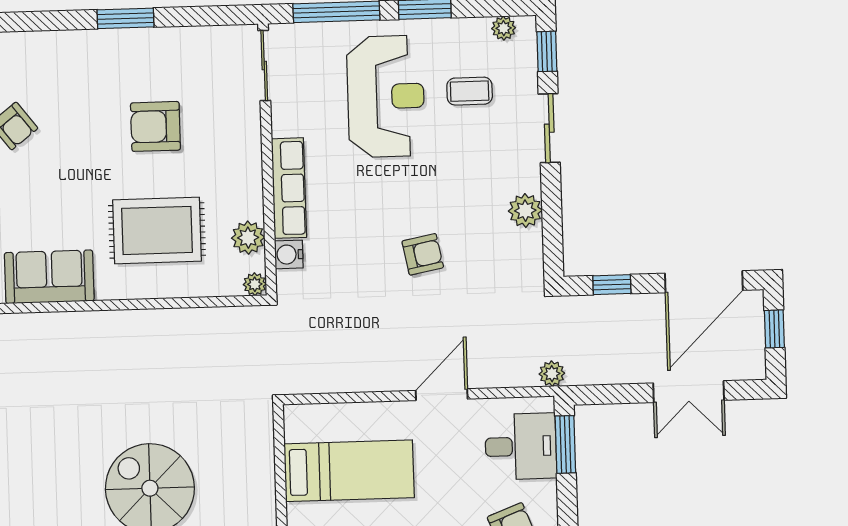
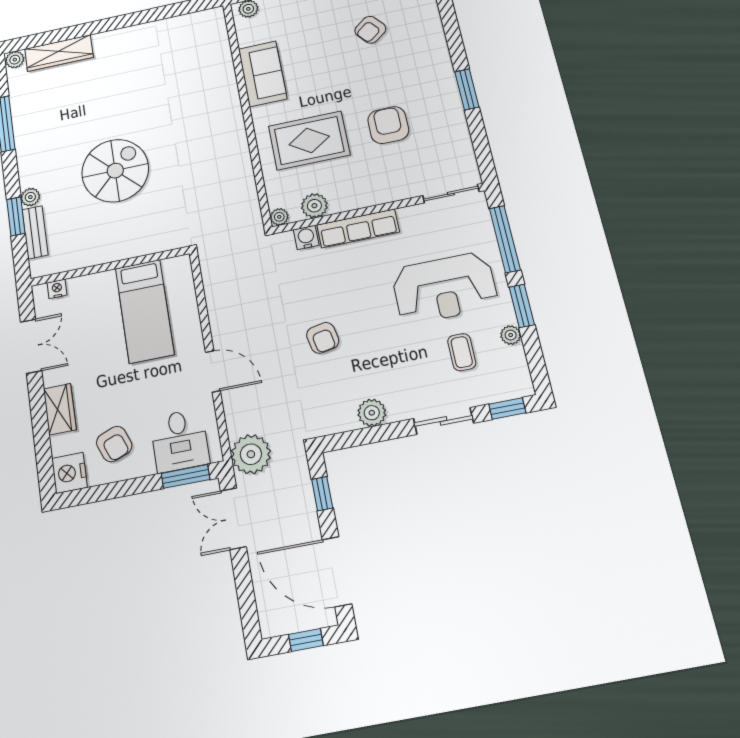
plant: (504, 28) -> (511, 335), moved
rug: (157, 230) -> (309, 140), turned 90
plant: (552, 374) -> (251, 454), width x1.87, depth x1.87
double door: (689, 392) -> (233, 519), moved

